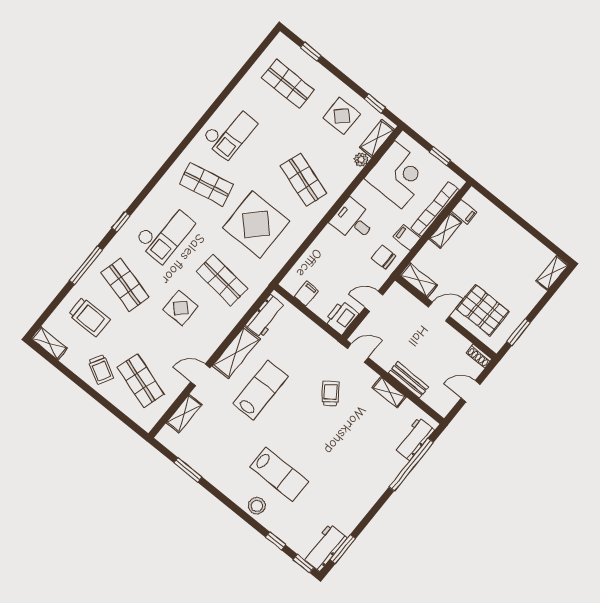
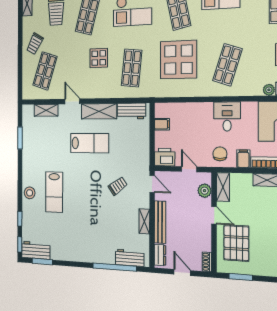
plant: (407, 302) -> (205, 191), added
bench: (409, 380) -> (160, 222), width x1.36
dresser: (436, 402) -> (160, 255), added

